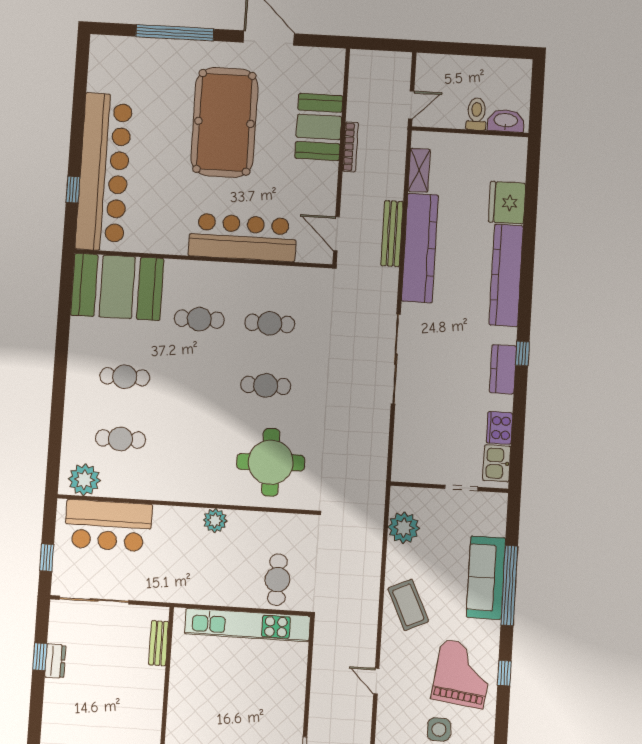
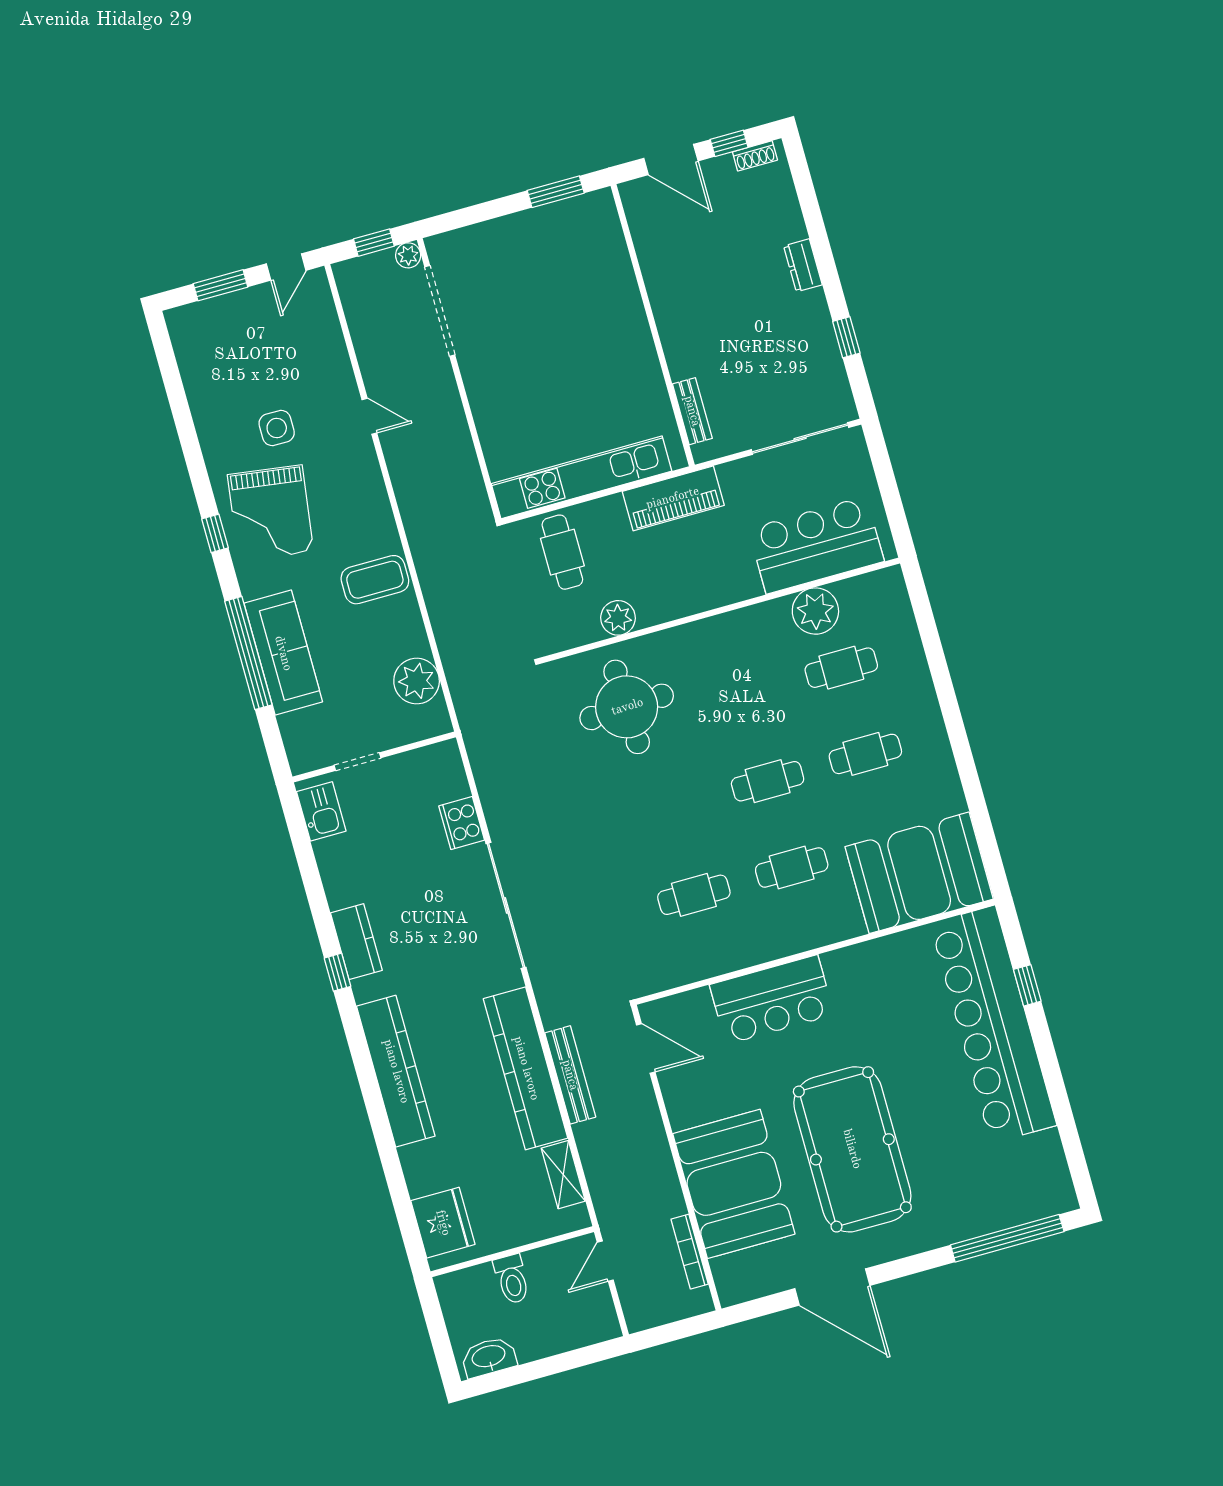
window: (175, 33) -> (1007, 1238), moved
washbasin: (506, 121) -> (489, 1357), moved, turned 180
booth: (319, 127) -> (734, 1184), width x1.36, depth x1.42
bookcase: (350, 147) -> (690, 1252), moved
fridge: (507, 203) -> (443, 1223), moved
bar counter: (243, 237) -> (772, 1000), width x0.73
cafe table: (266, 385) -> (768, 781), moved
cooker: (499, 428) -> (462, 823), moved, turned 180
plant: (84, 480) -> (815, 611), moved
plant: (215, 520) -> (618, 618), moved
window: (47, 558) -> (884, 473), removed
piano: (192, 590) -> (673, 498), added
coffee table: (408, 605) -> (375, 580), turned -65
dresser: (55, 661) -> (803, 265), moved
door: (376, 681) -> (369, 416), moved

